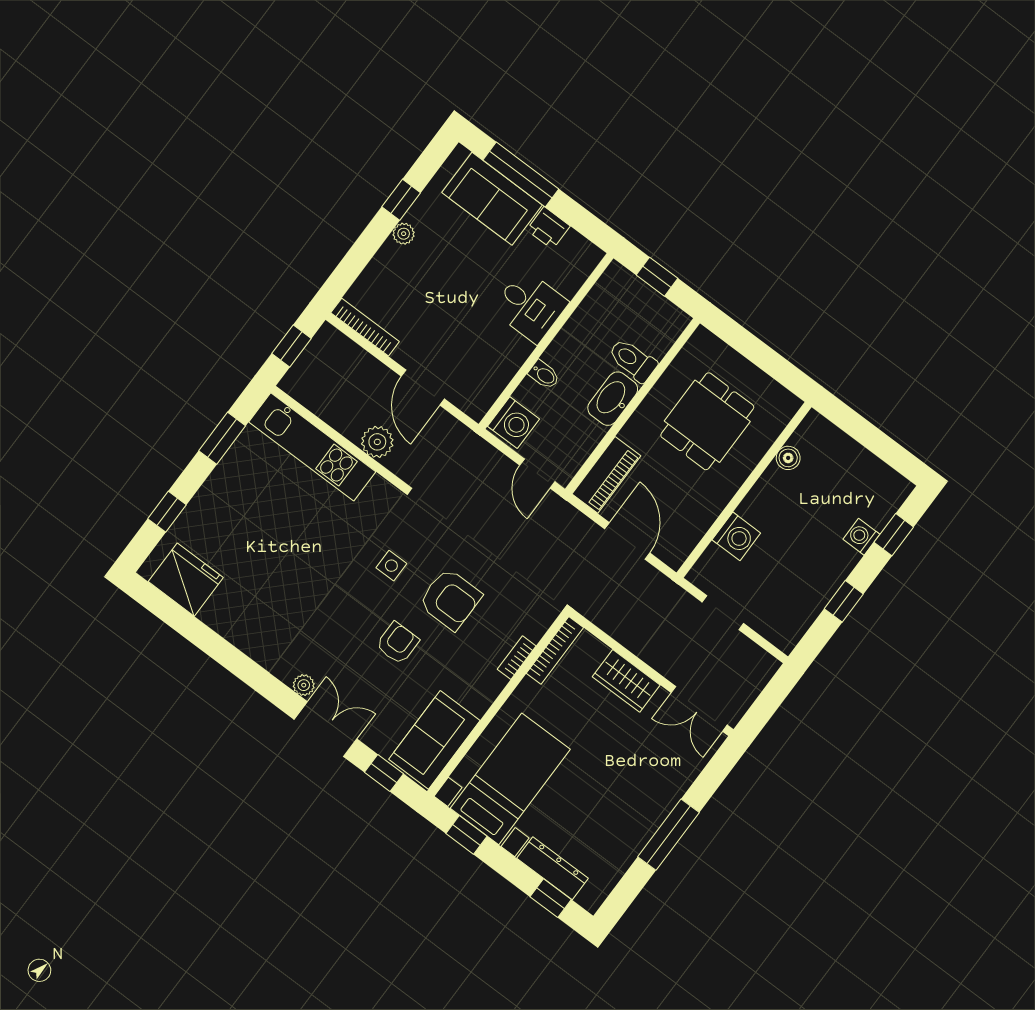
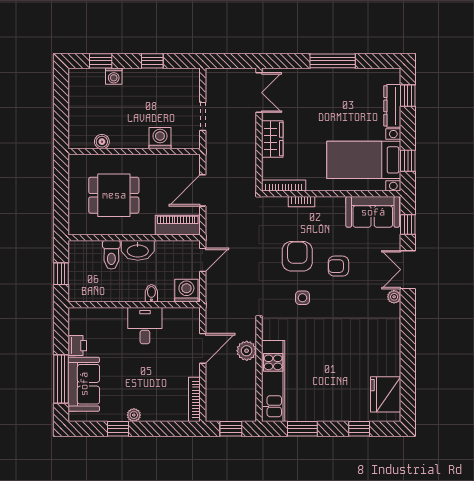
desk: (530, 306) -> (145, 326), moved

